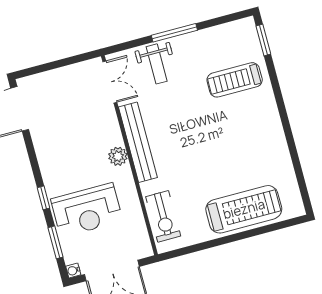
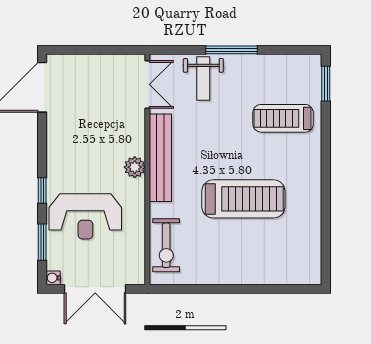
treadmill: (244, 209) -> (243, 199), moved

